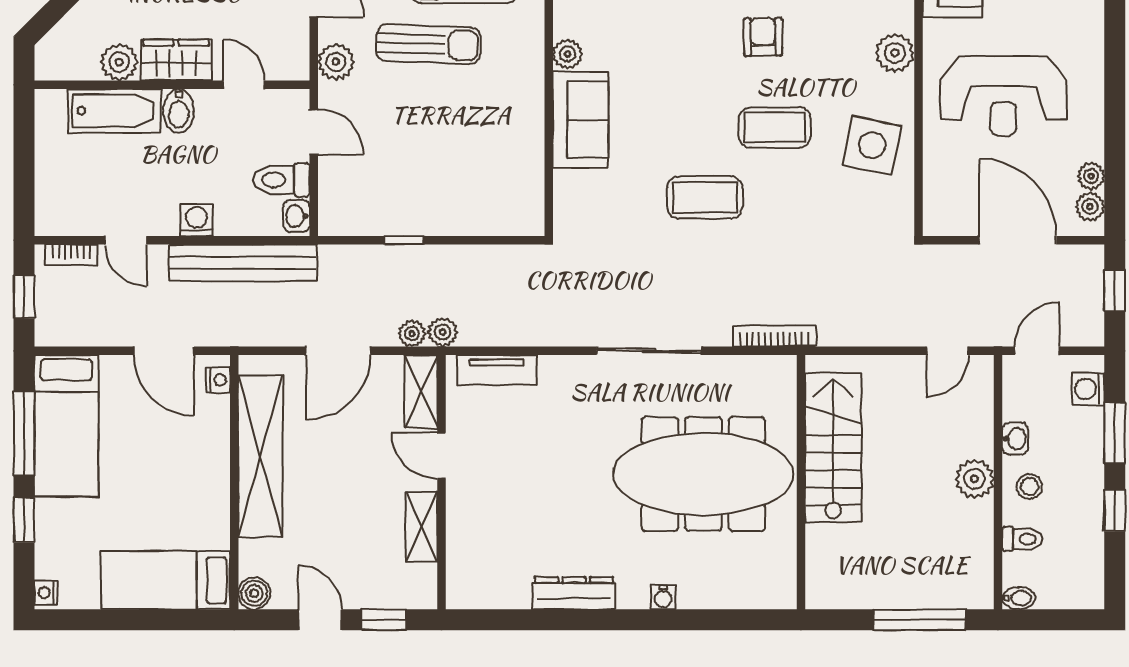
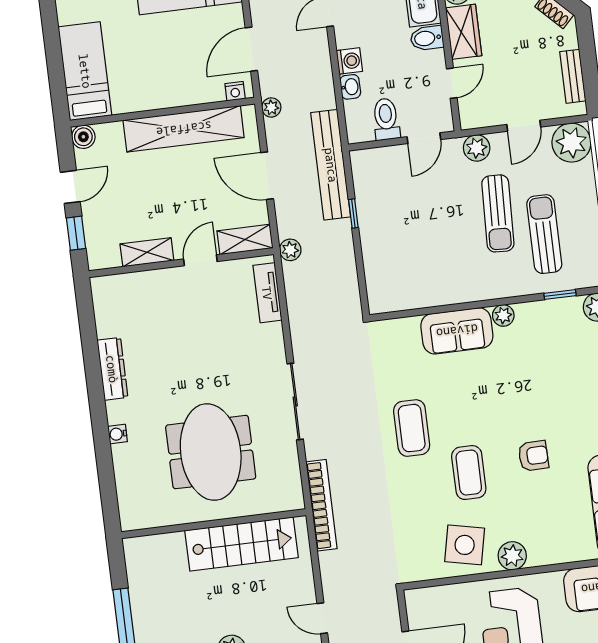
plant: (895, 53) -> (512, 556), moved
washbasin: (296, 216) -> (350, 87), moved, turned 90
bench: (243, 263) -> (331, 165), moved
plant: (412, 334) -> (271, 107), moved
bookcase: (774, 336) -> (321, 505), width x1.48, depth x1.31
meeting table: (703, 474) -> (211, 452), width x0.73

